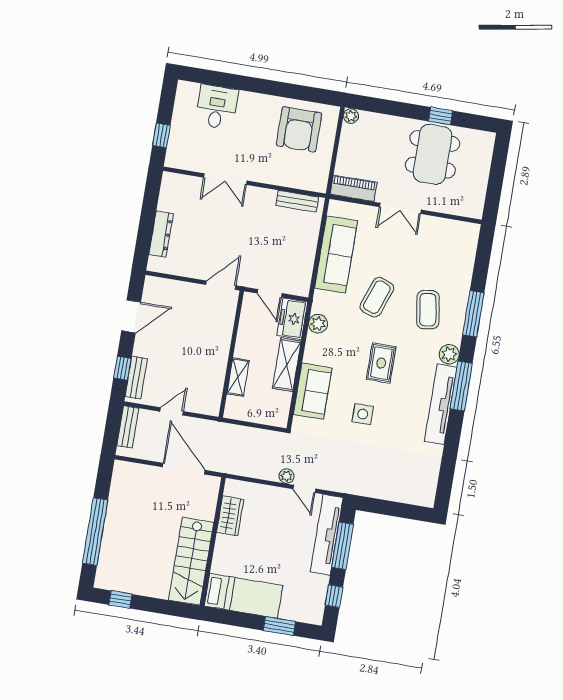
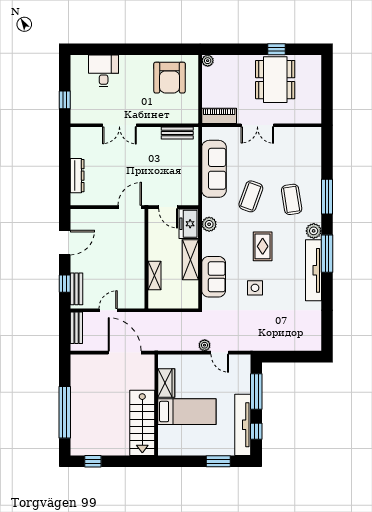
tv unit: (327, 535) -> (243, 425), moved
bed: (244, 596) -> (187, 412), moved

